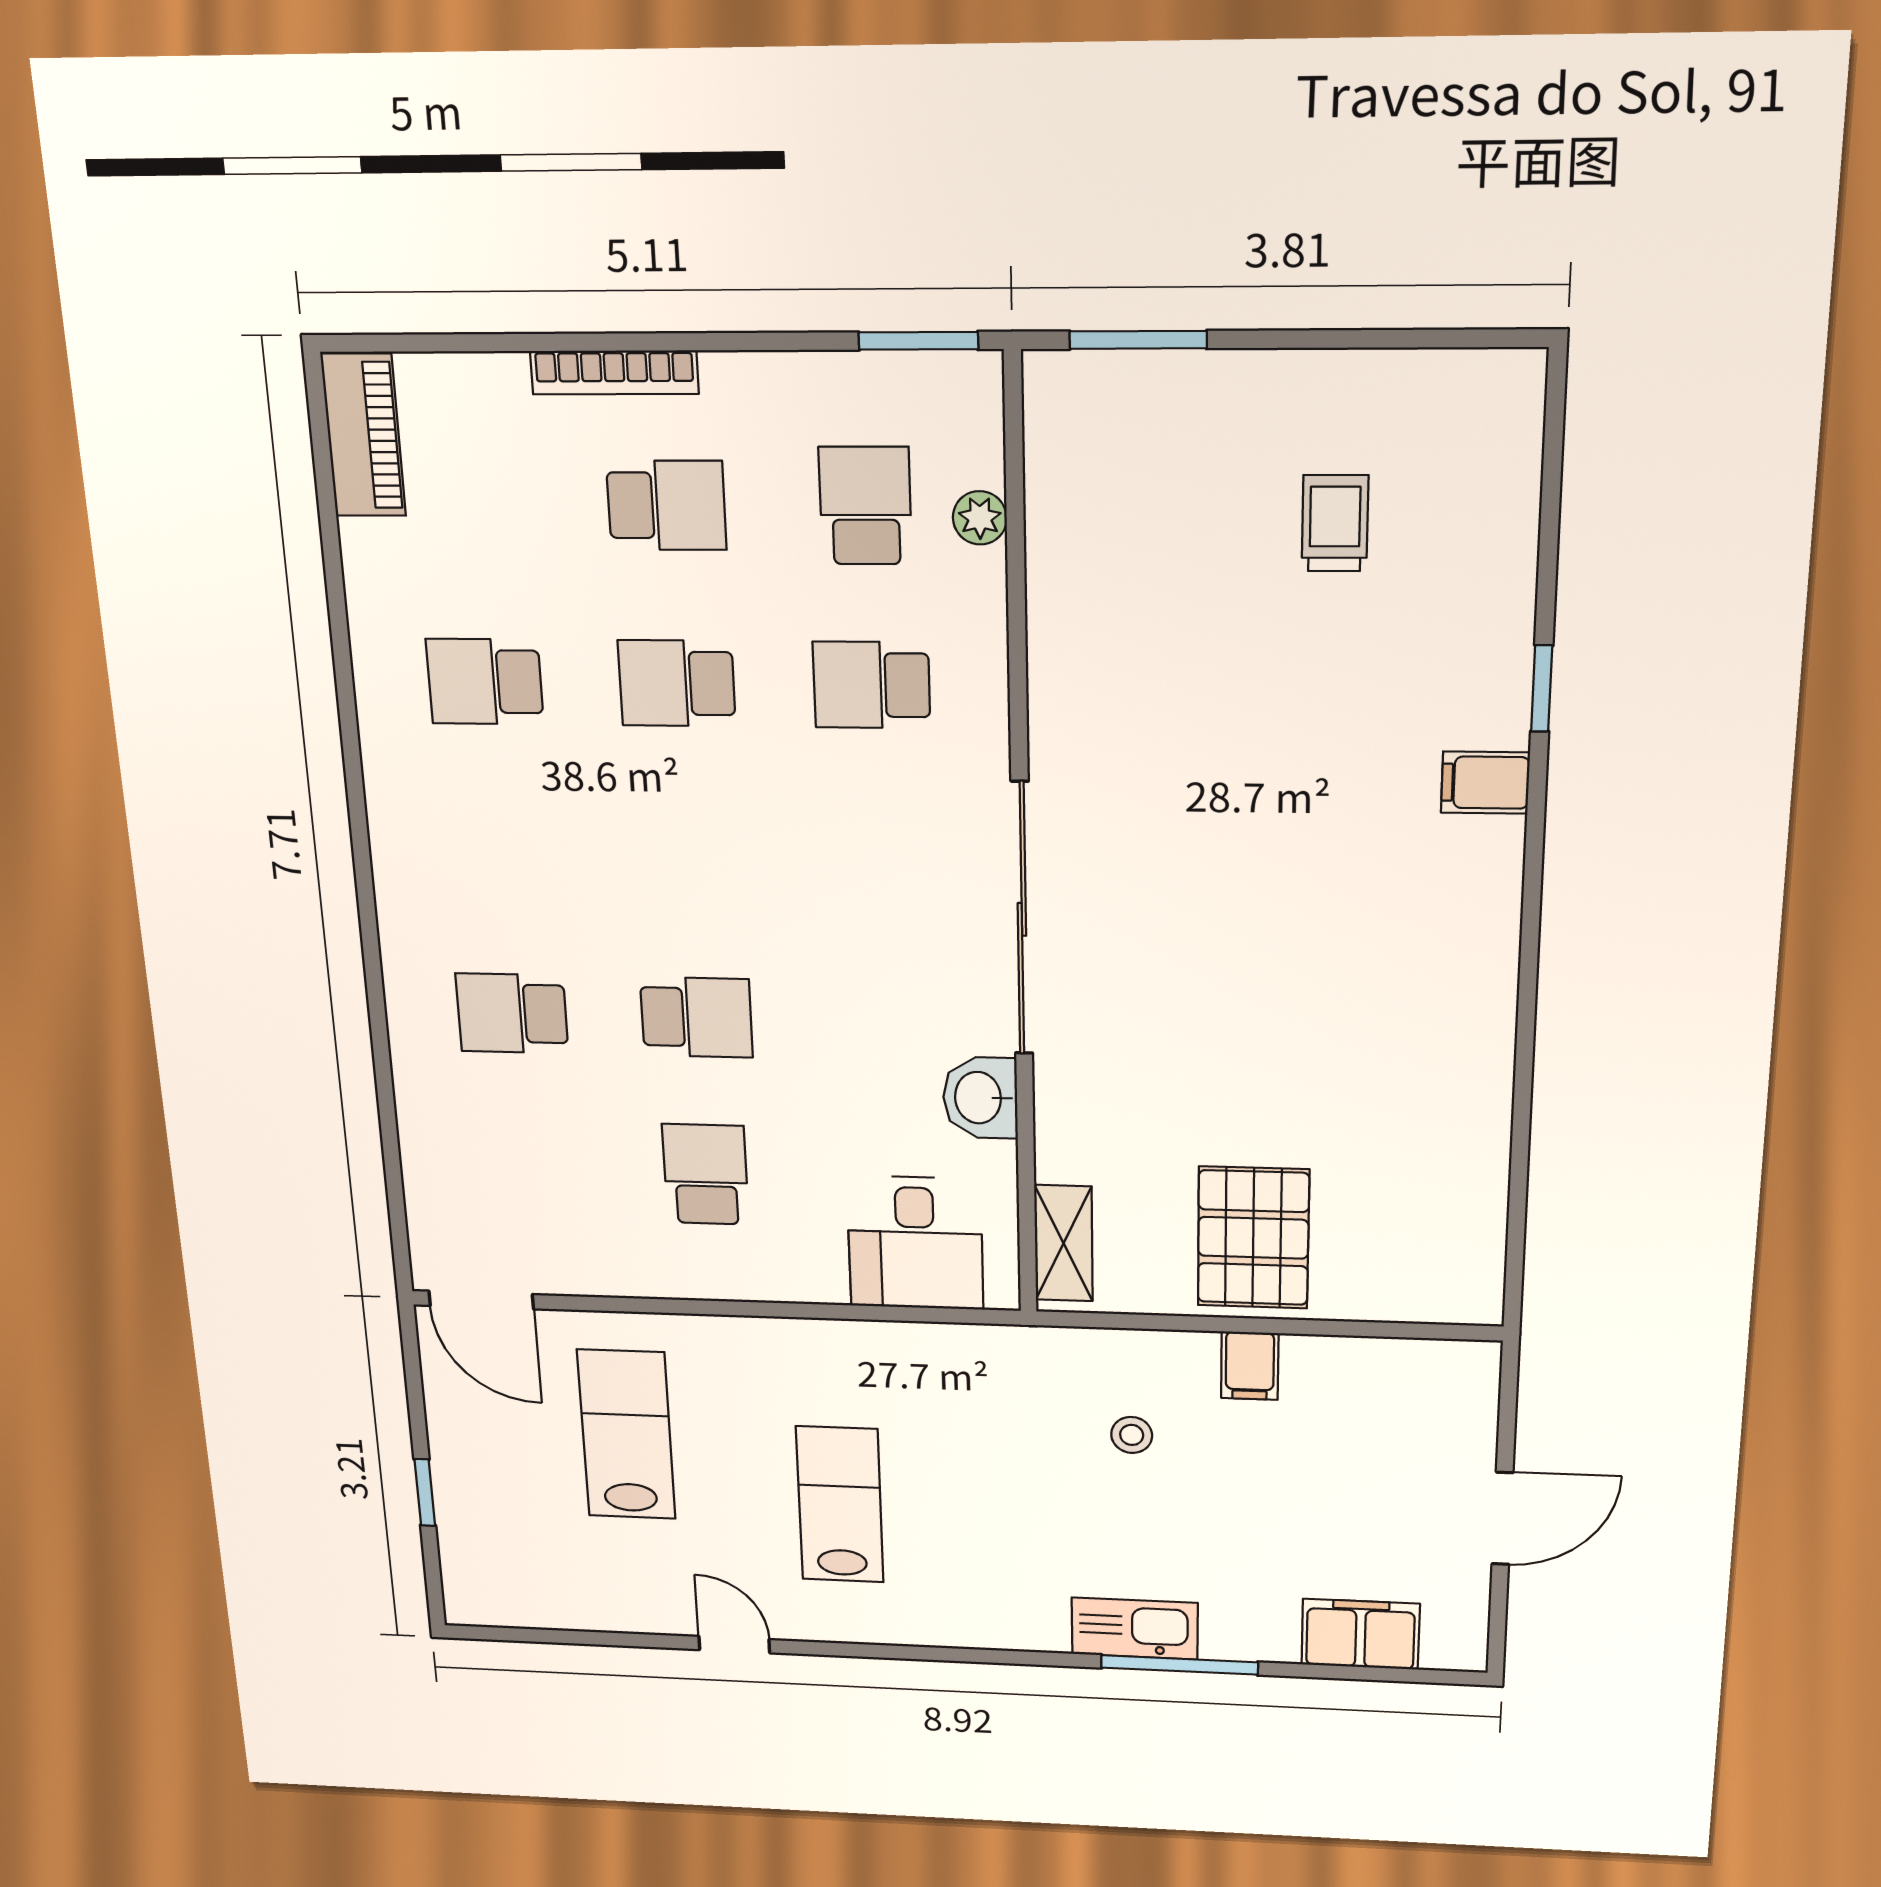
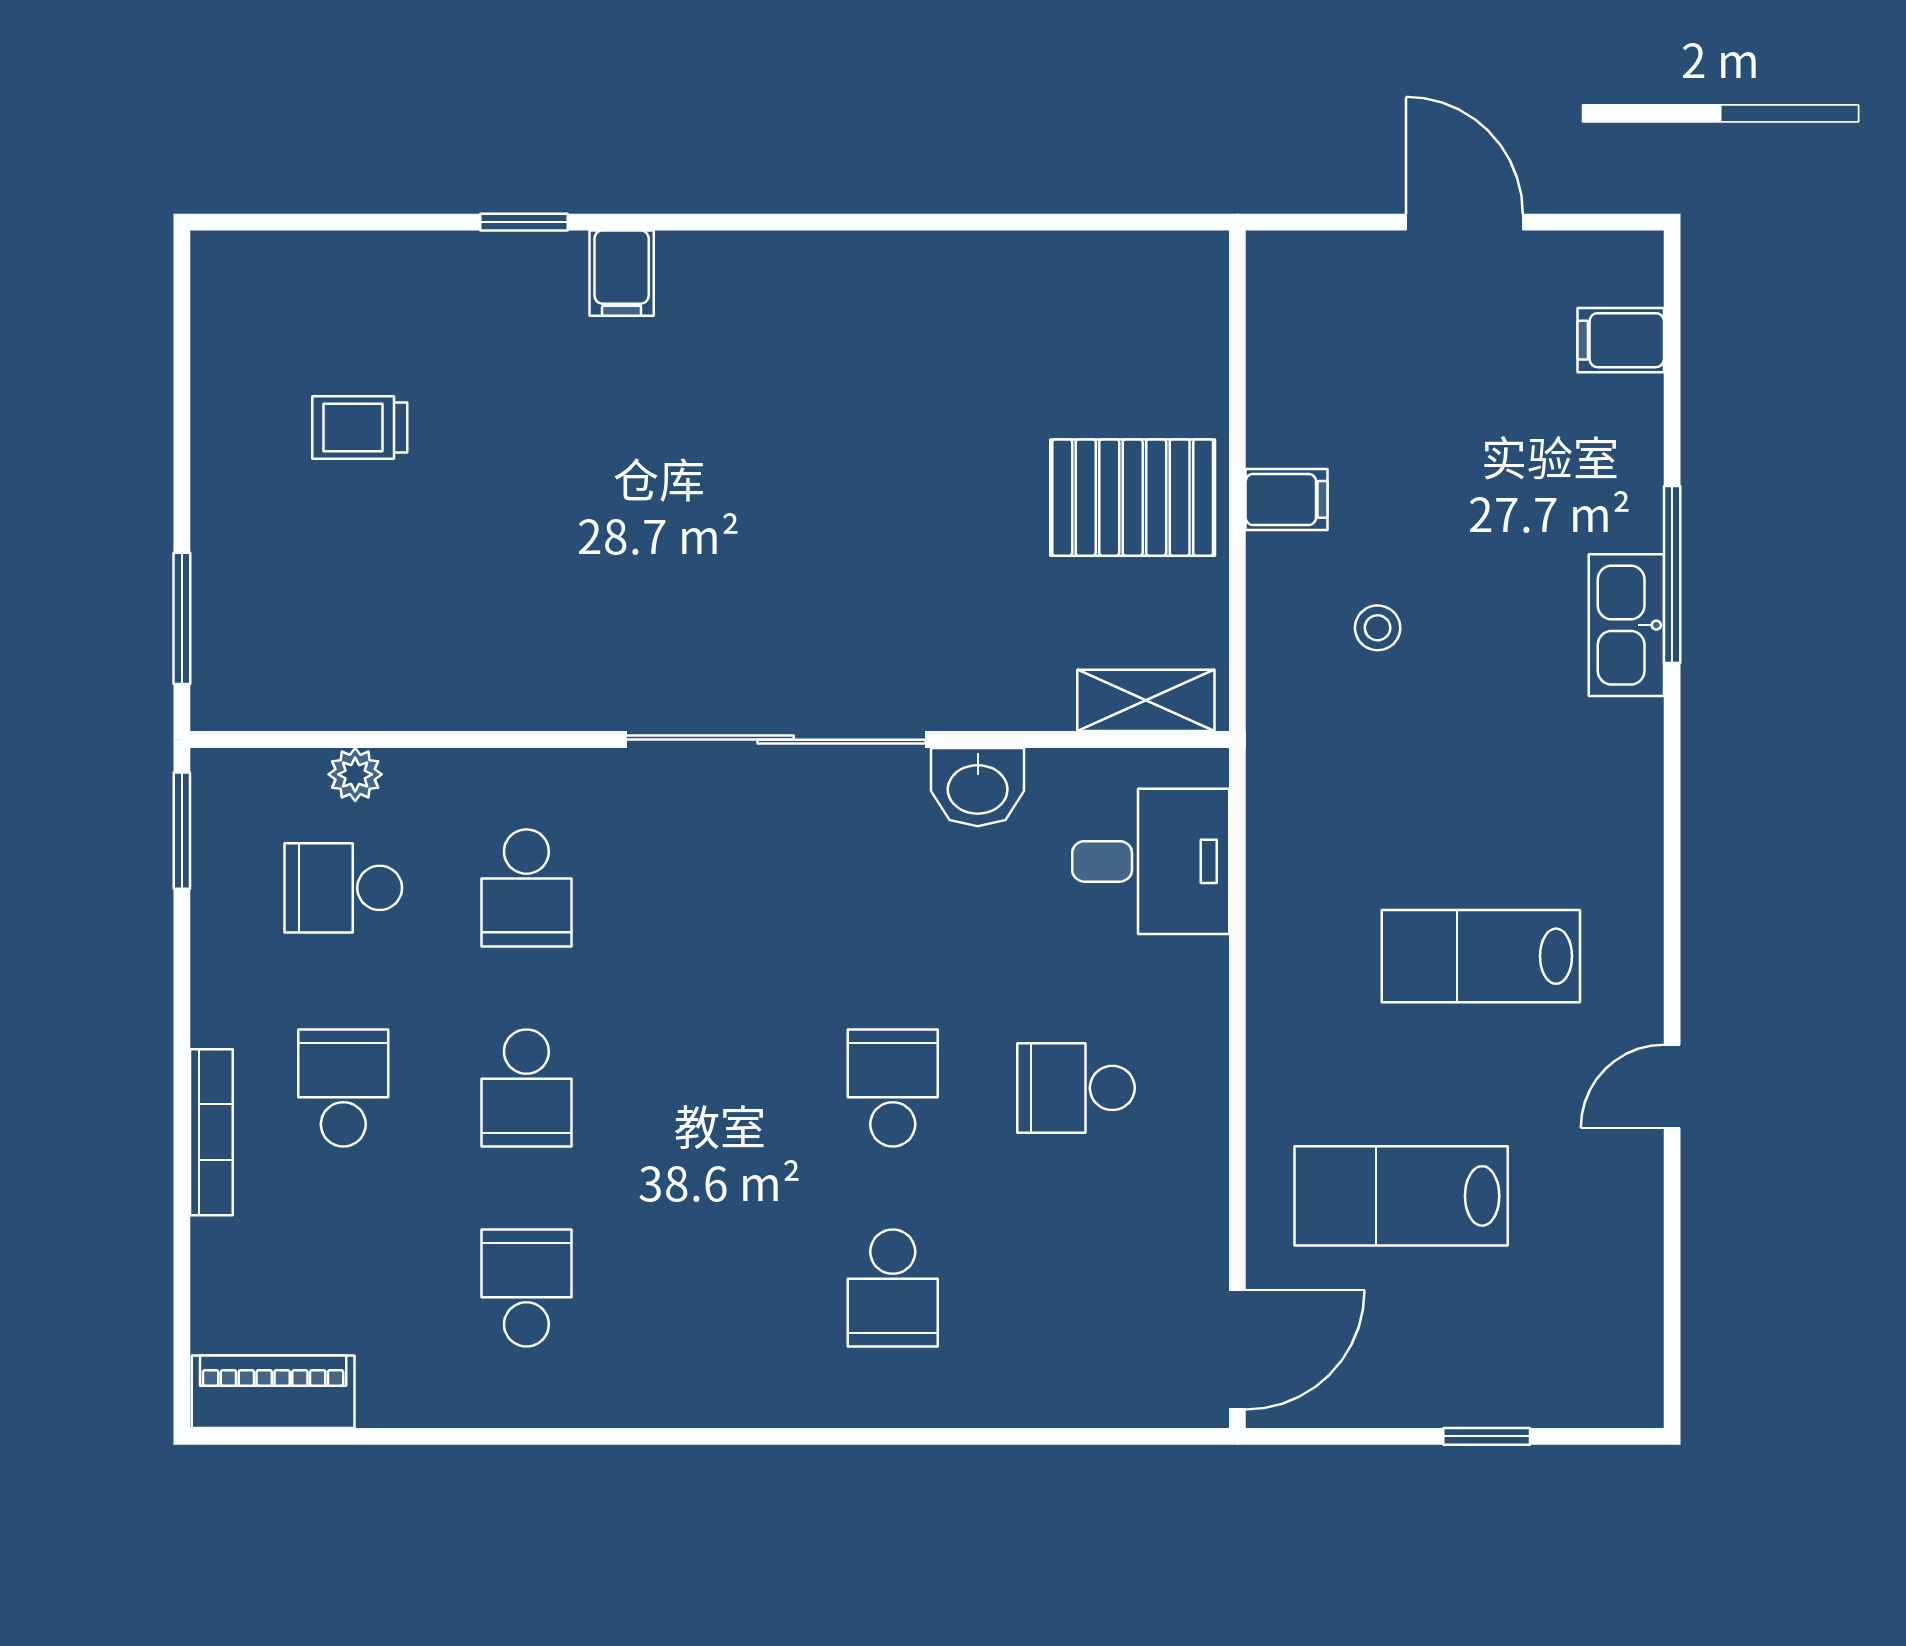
school desk: (485, 682) -> (526, 1288), turned 180
filing cabinet: (1360, 1634) -> (1621, 340), width x0.50

